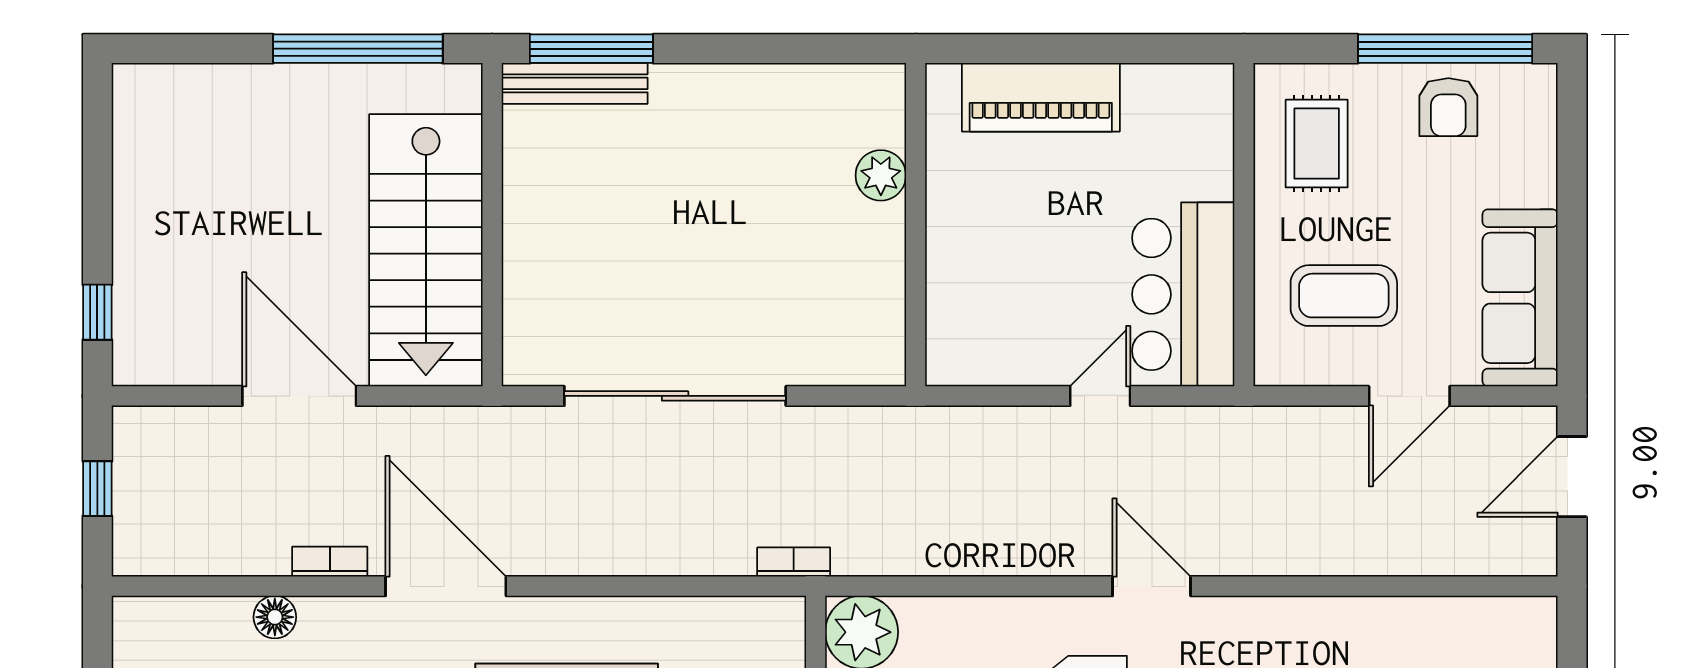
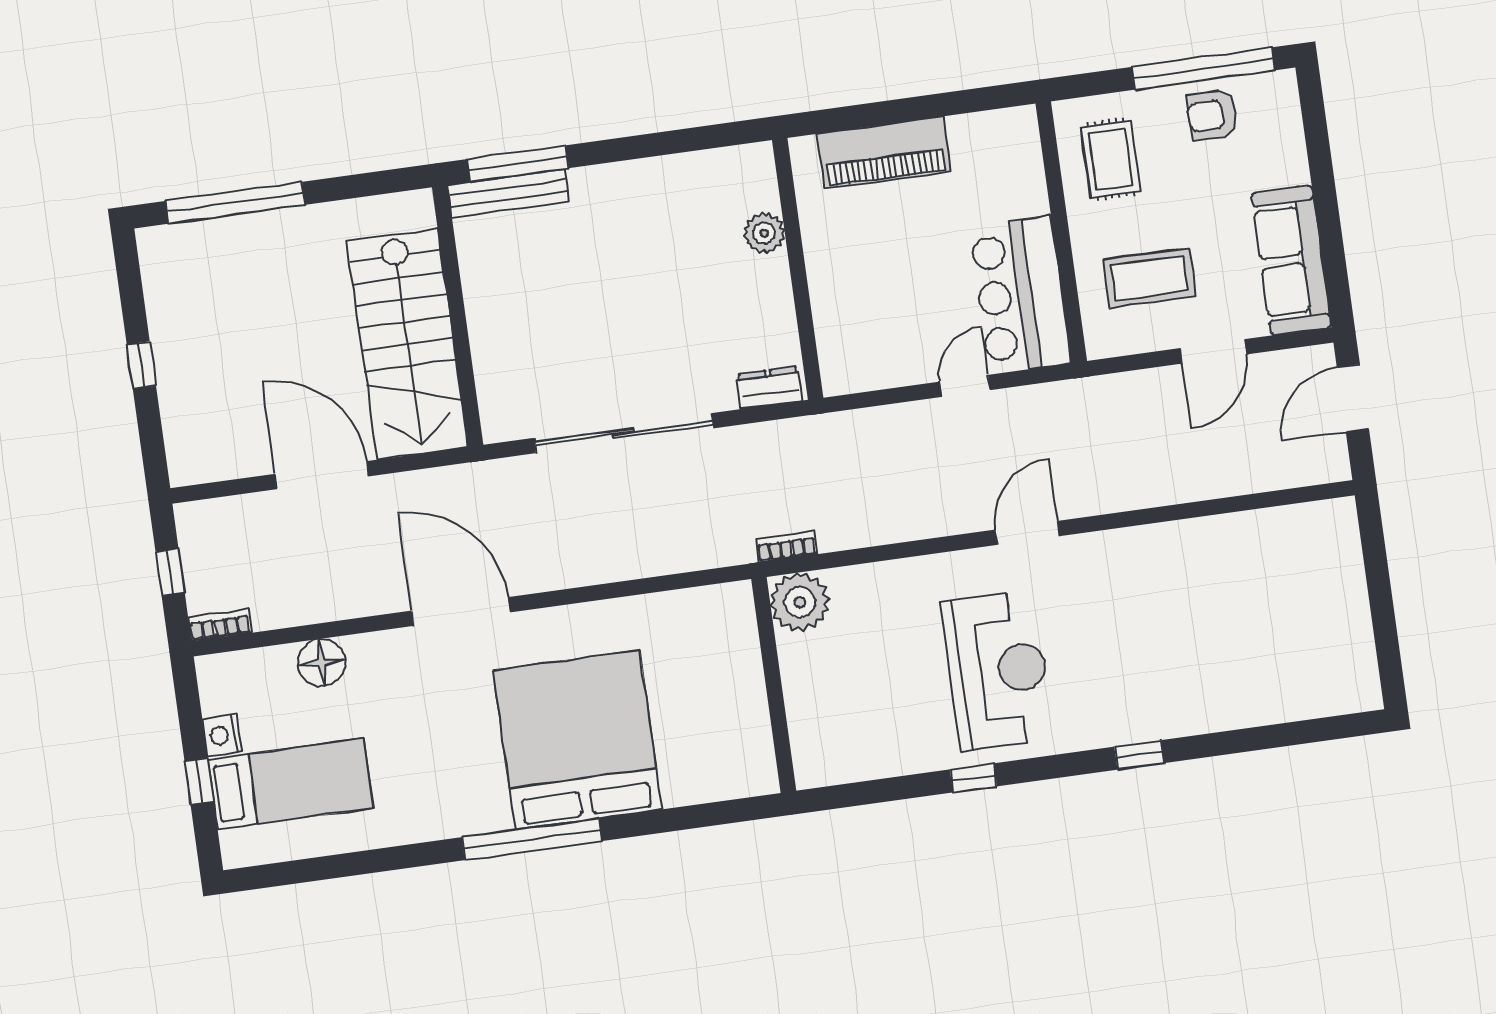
window: (358, 49) -> (235, 203), moved
armchair: (1448, 107) -> (1212, 115), turned 90
window: (97, 312) -> (141, 365), moved
dresser: (861, 365) -> (770, 387), added
bookcase: (330, 562) -> (220, 625), moved
bookcase: (794, 562) -> (786, 547), moved
door: (1152, 586) -> (1027, 533), hinge flipped
floor lamp: (275, 617) -> (321, 663), width x1.38, depth x1.38

